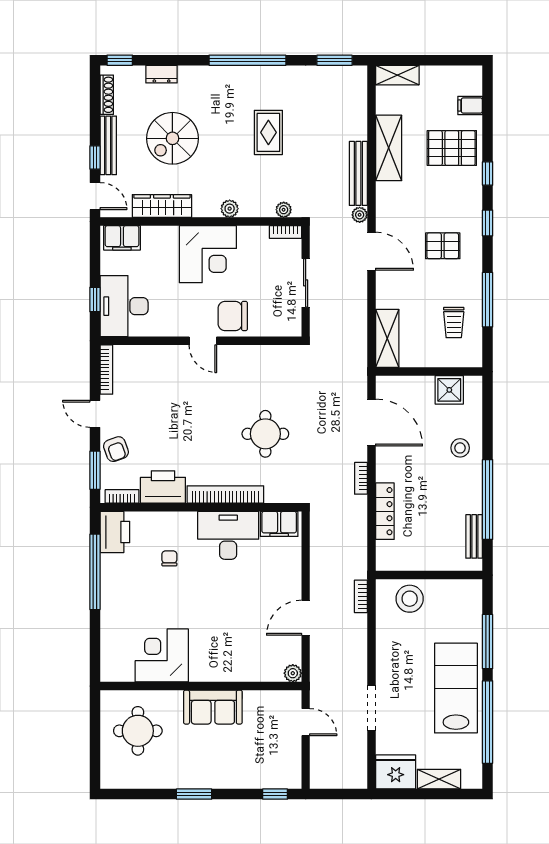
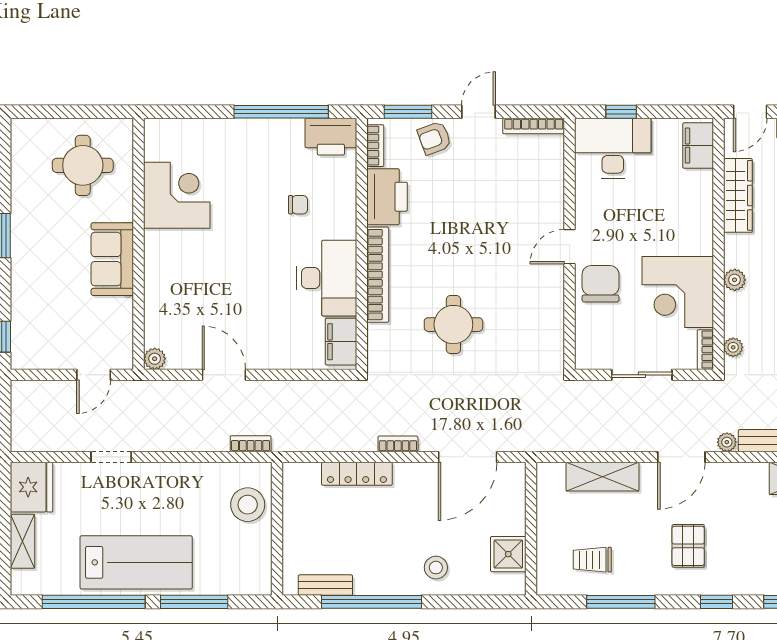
corner desk: (208, 254) -> (678, 292), moved
shelving: (387, 338) -> (603, 477), moved
doorway: (371, 708) -> (111, 457), width x0.73

